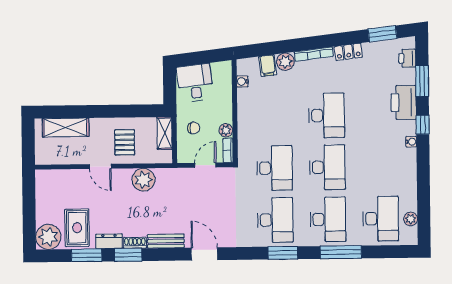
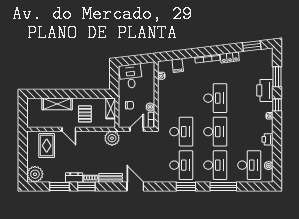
printer: (407, 58) -> (268, 139), moved
plant: (285, 62) -> (189, 63), removed
shelving: (66, 127) -> (57, 104), moved
plant: (143, 180) -> (112, 138), moved
rug: (77, 228) -> (47, 146), moved

